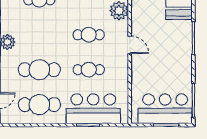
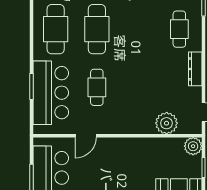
cafe table: (89, 35) -> (138, 87), removed
door: (130, 45) -> (86, 136), moved

